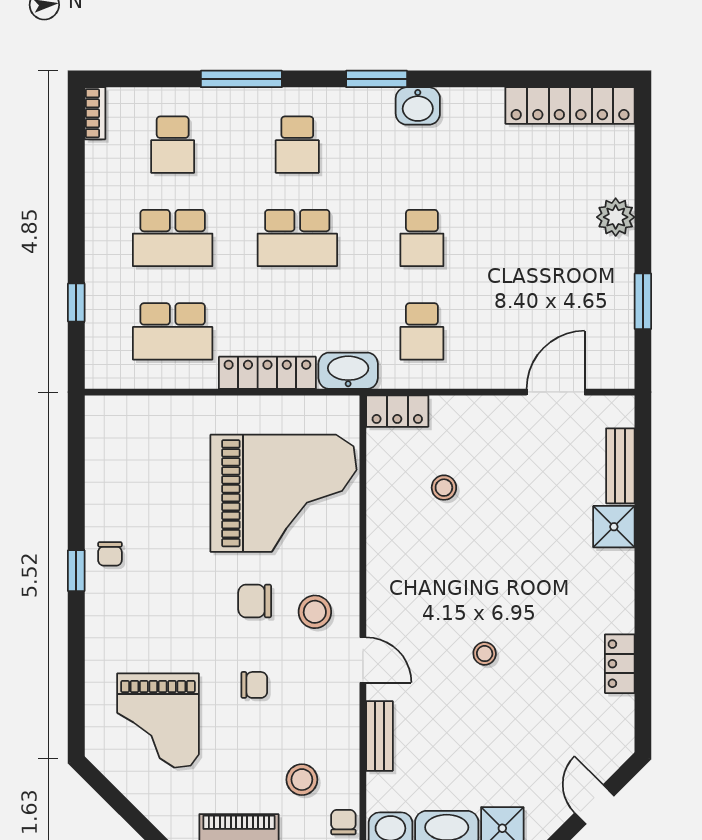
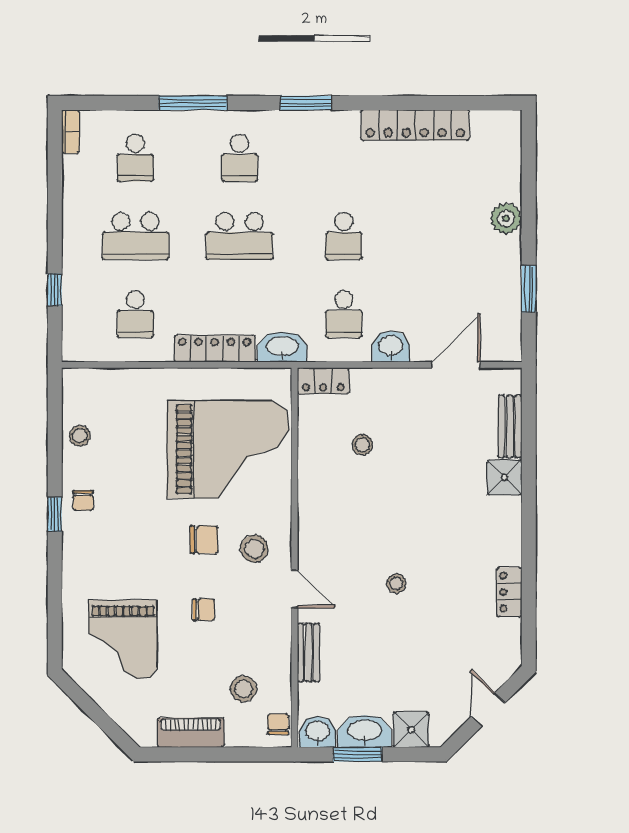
washbasin: (418, 106) -> (391, 346), moved, turned 180
locker: (570, 106) -> (415, 125), moved
school desk: (173, 331) -> (135, 314), width x0.54
stool: (106, 477) -> (80, 436), added
chair: (255, 601) -> (204, 540), turned 180

